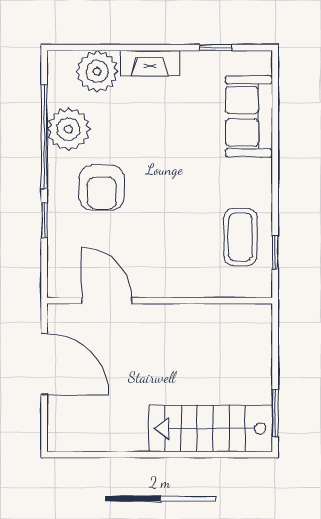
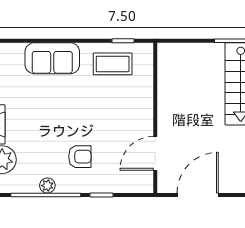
sofa: (249, 116) -> (52, 58), moved
plant: (68, 129) -> (47, 186), width x0.53, depth x0.53
armchair: (102, 188) -> (80, 157), width x0.72, depth x0.72

